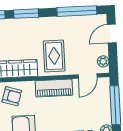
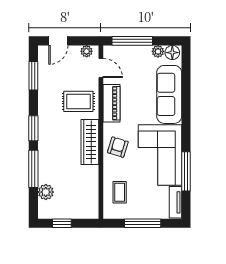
window: (77, 11) -> (33, 76), width x0.69
door: (112, 34) -> (58, 41), hinge flipped

